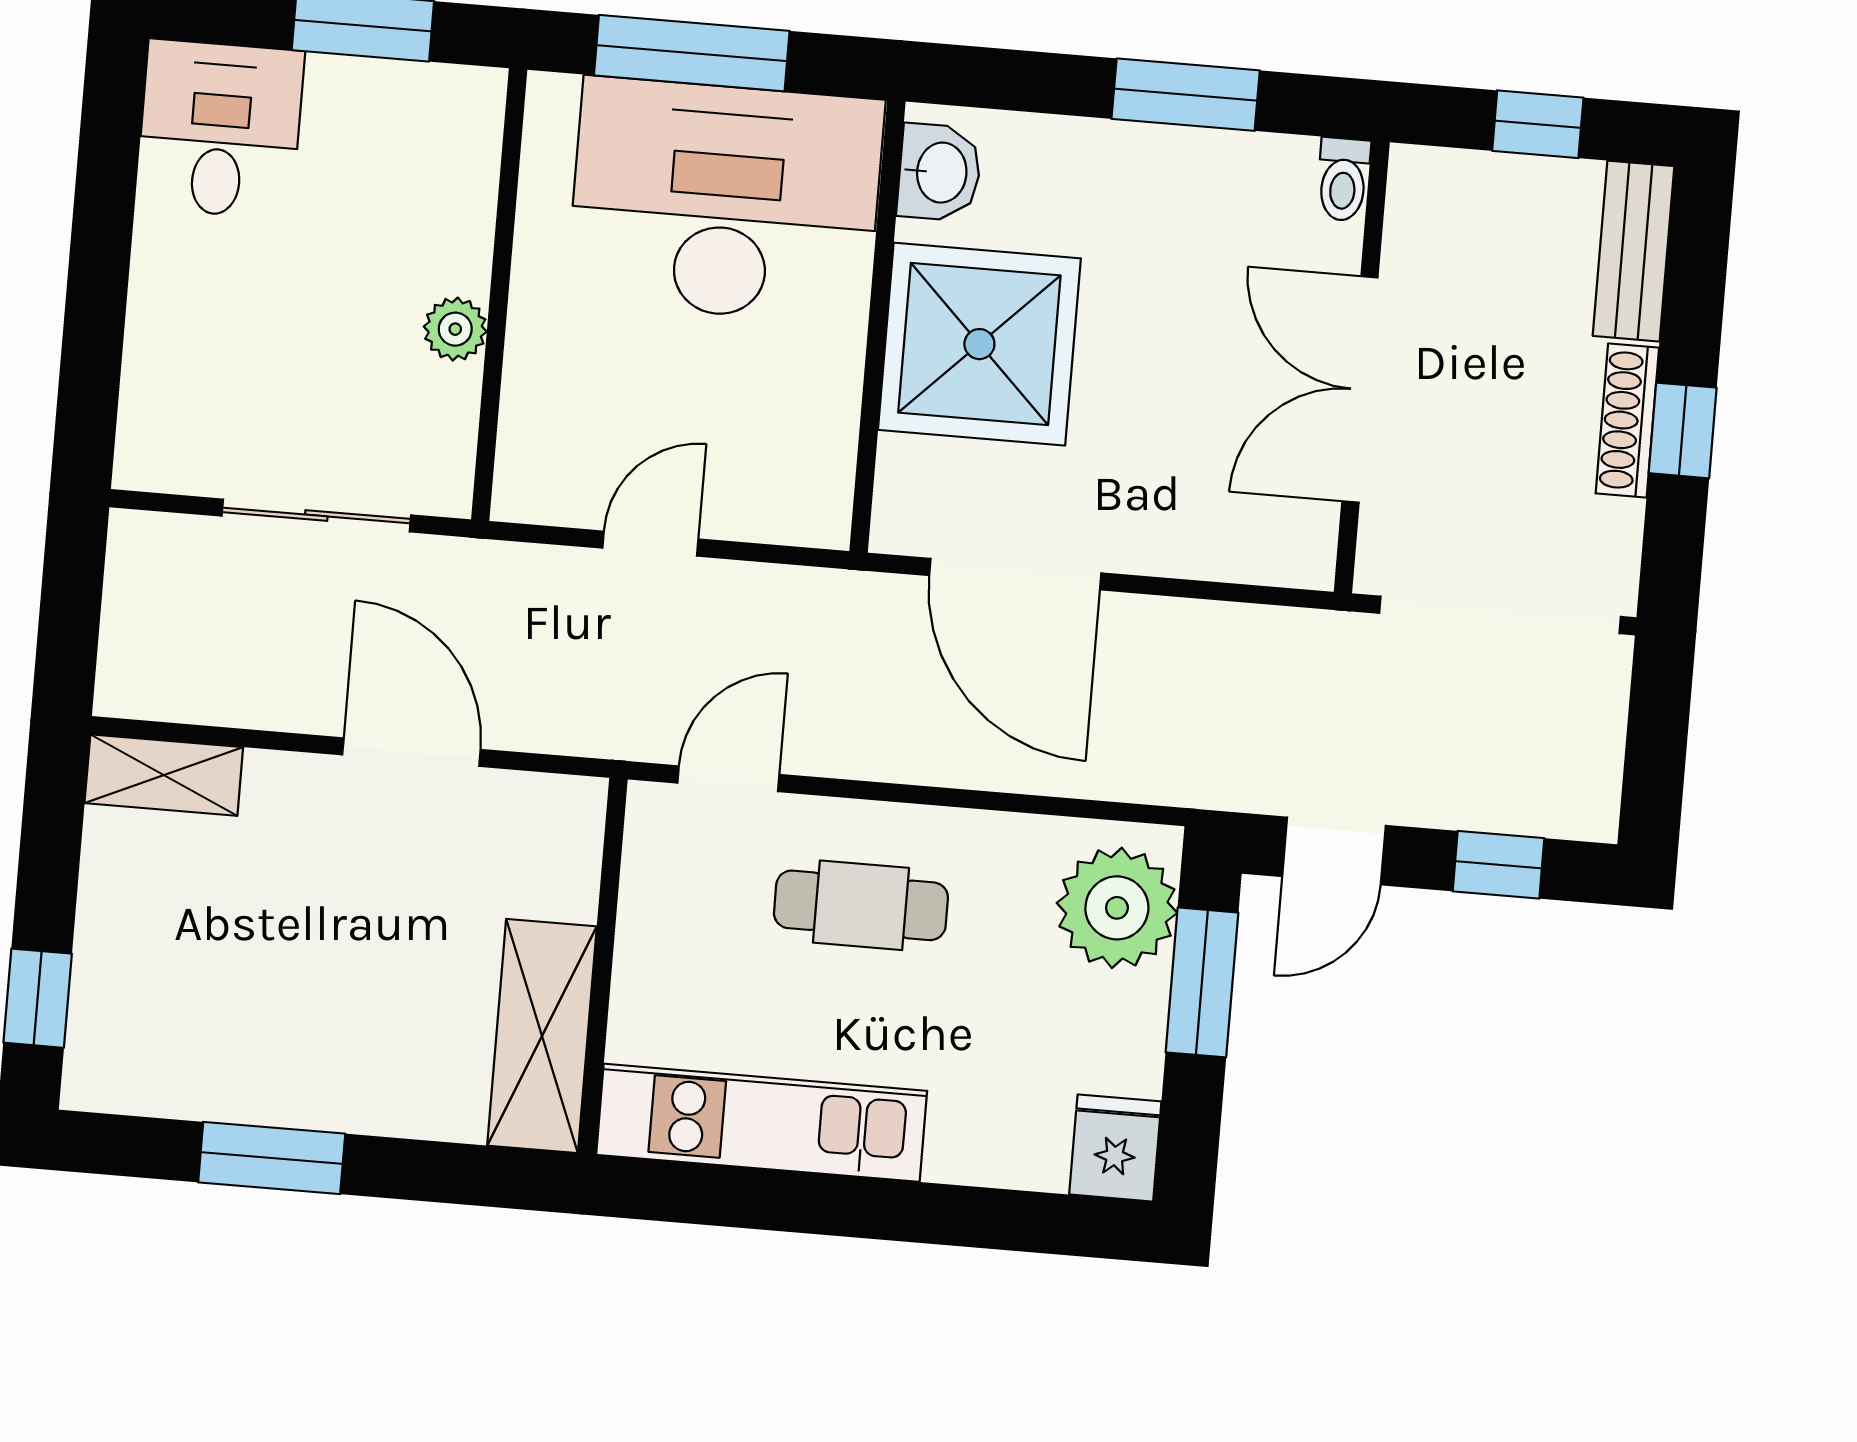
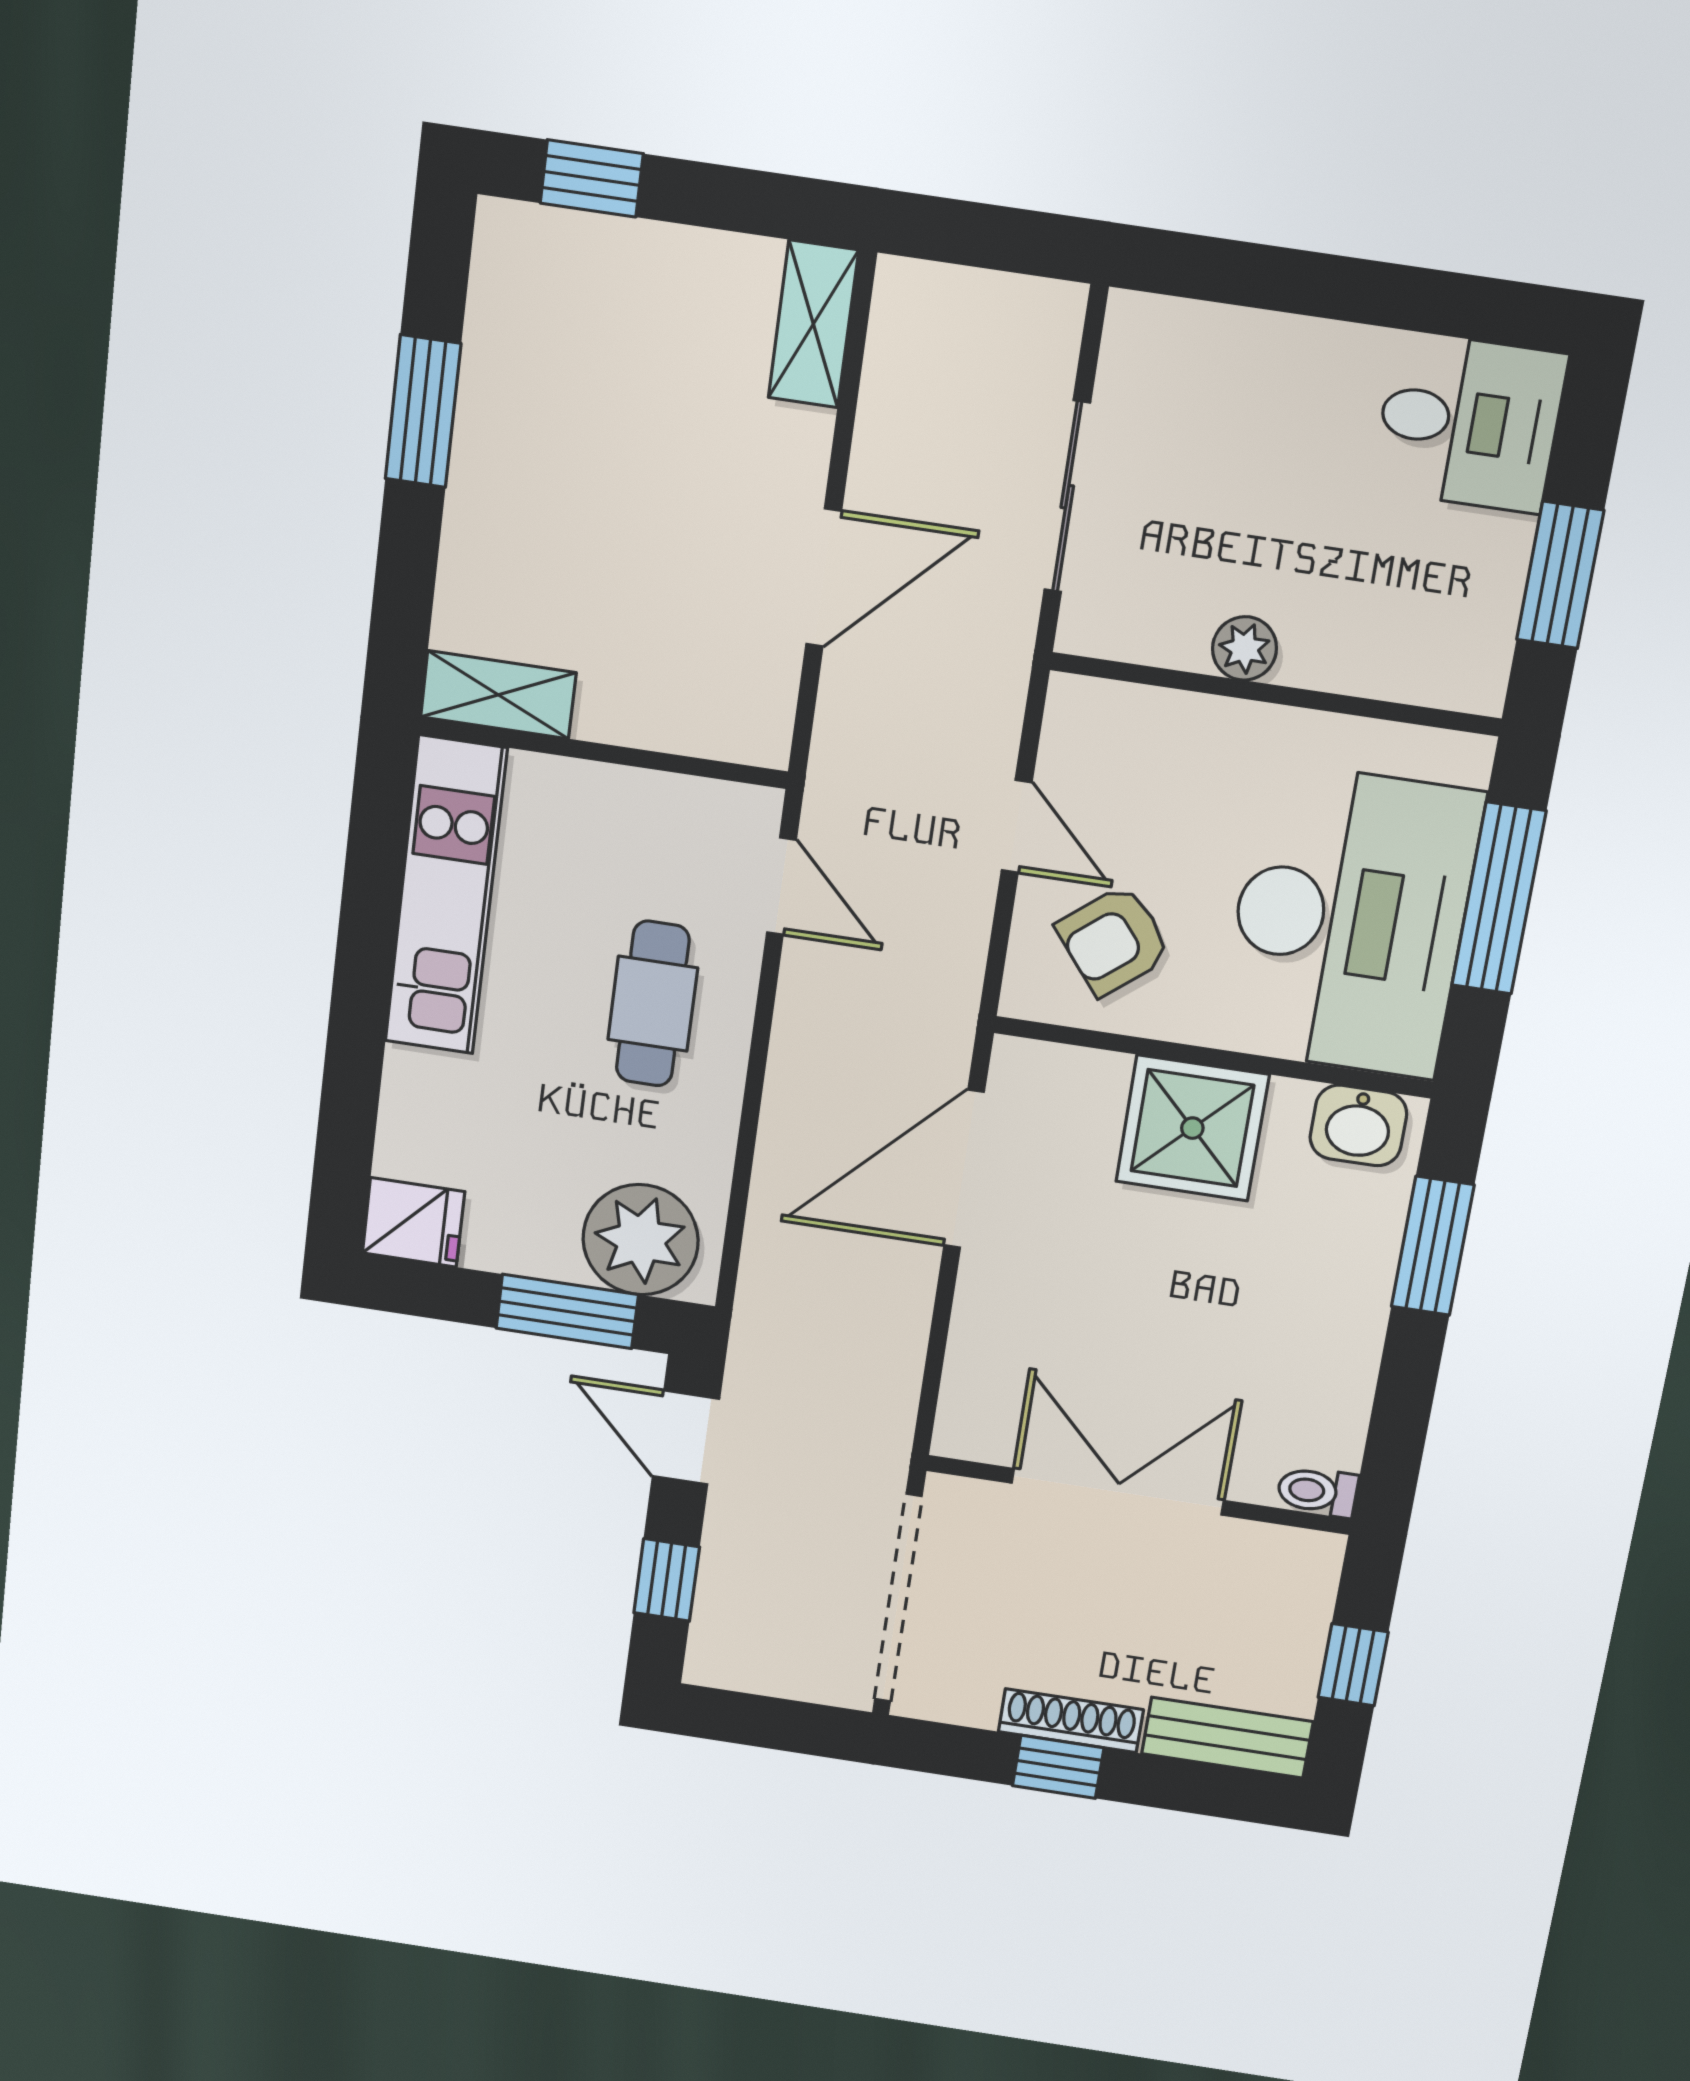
window: (1186, 95) -> (1433, 1246), moved
shower: (979, 344) -> (1192, 1128), width x0.73, depth x0.73
armchair: (762, 437) -> (1114, 940), added
shelving: (542, 1036) -> (498, 695), width x0.67, depth x0.75

